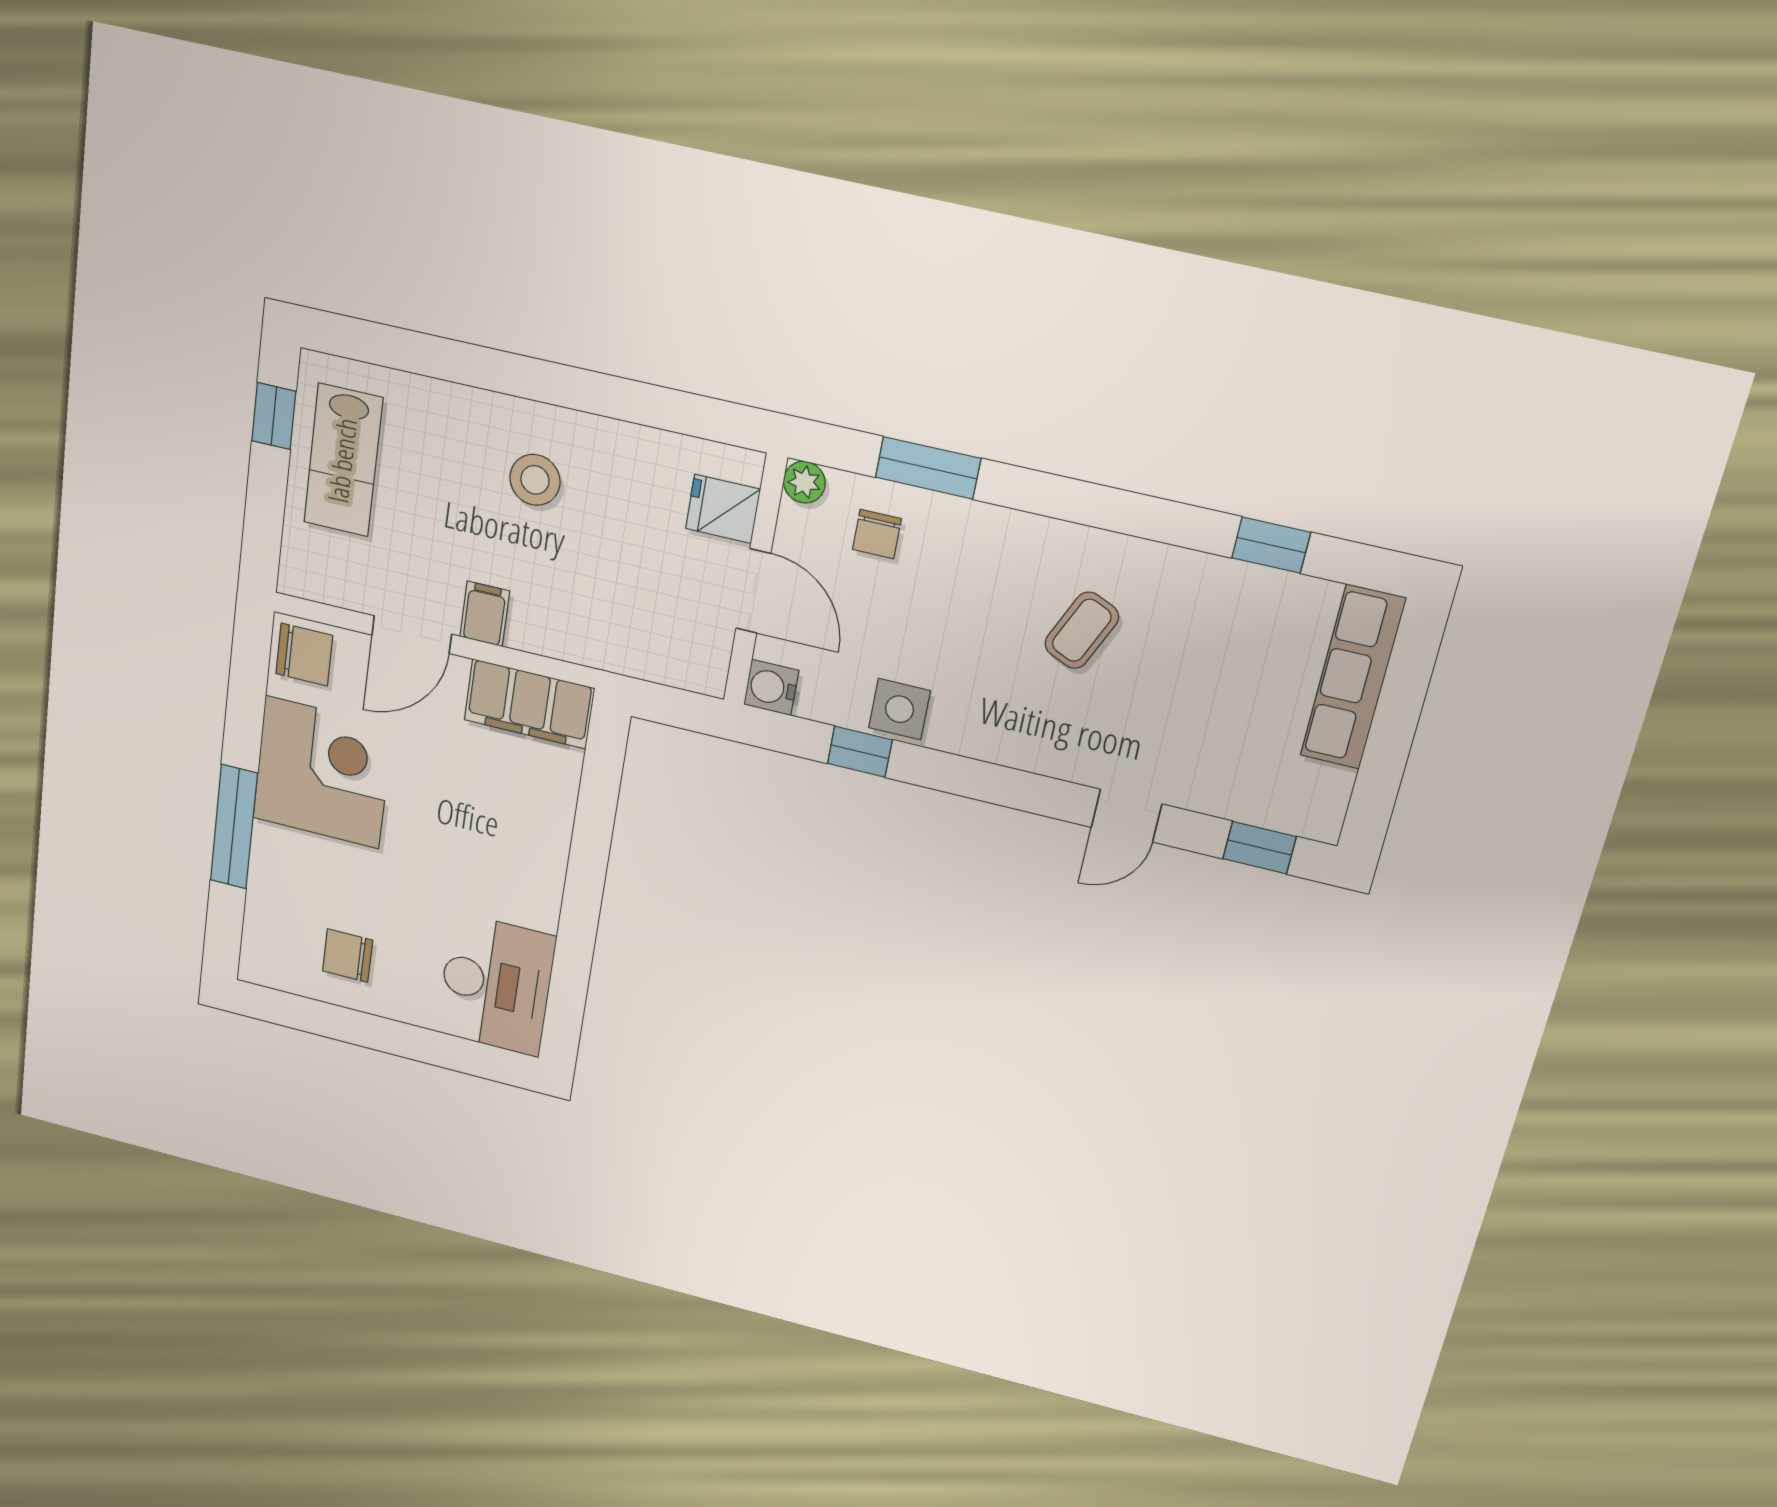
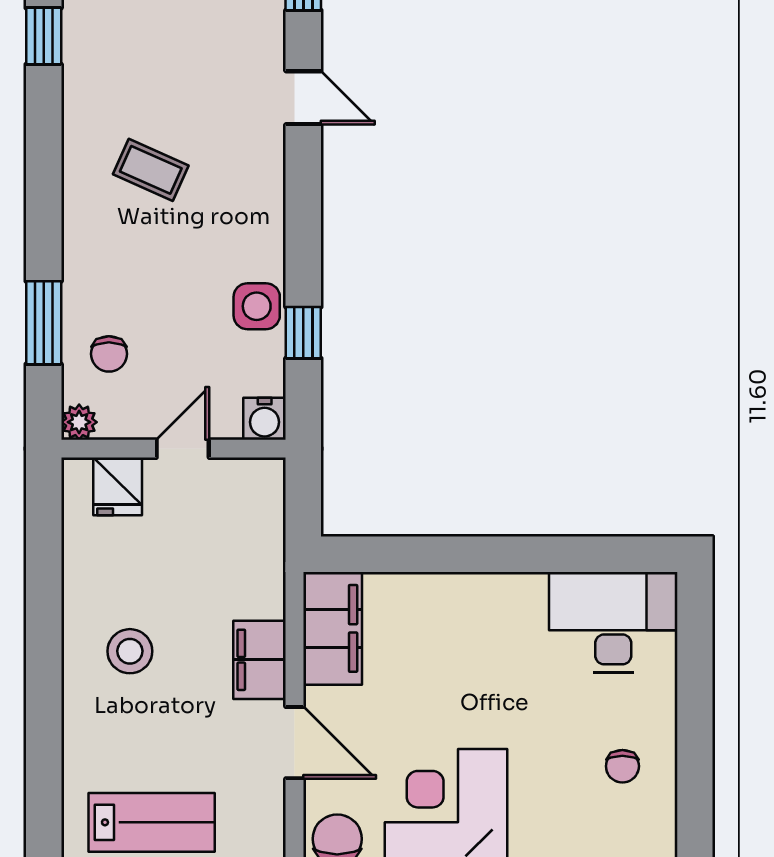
chair: (877, 534) -> (109, 354), turned 90
door: (753, 591) -> (183, 449), width x0.73
filing cabinet: (485, 614) -> (260, 660), width x2.00
chair: (348, 956) -> (622, 766), width x0.73, depth x0.73

